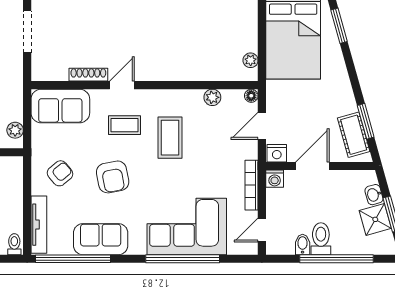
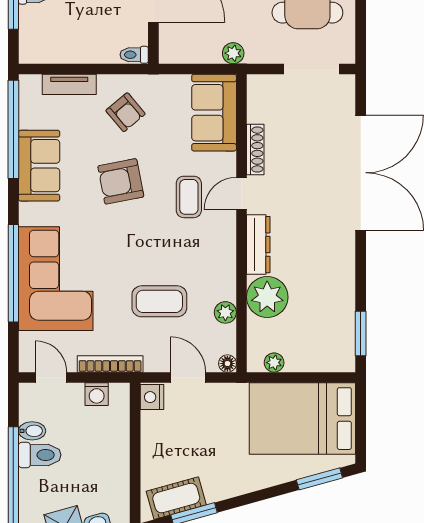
plant: (201, 66) -> (267, 297), added
dresser: (161, 72) -> (258, 245), added
door: (122, 85) -> (241, 193), swing flipped
plant: (15, 130) -> (233, 53), moved
coffee table: (170, 138) -> (159, 301), moved
door: (312, 166) -> (135, 444), removed
washing machine: (275, 179) -> (97, 394), moved, turned -90
tv unit: (39, 225) -> (69, 84), width x0.71
toilet: (14, 244) -> (134, 55), moved, turned 180

